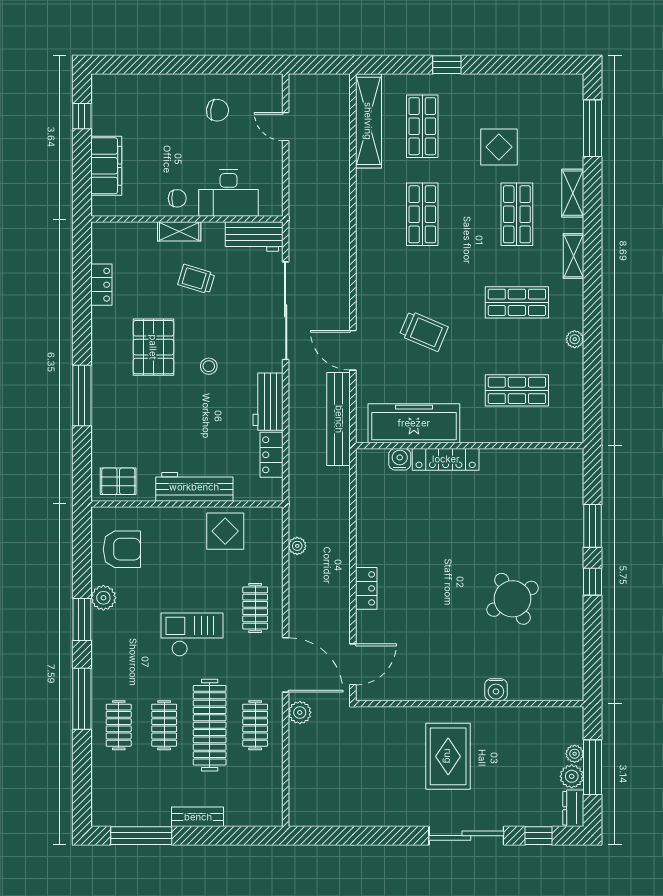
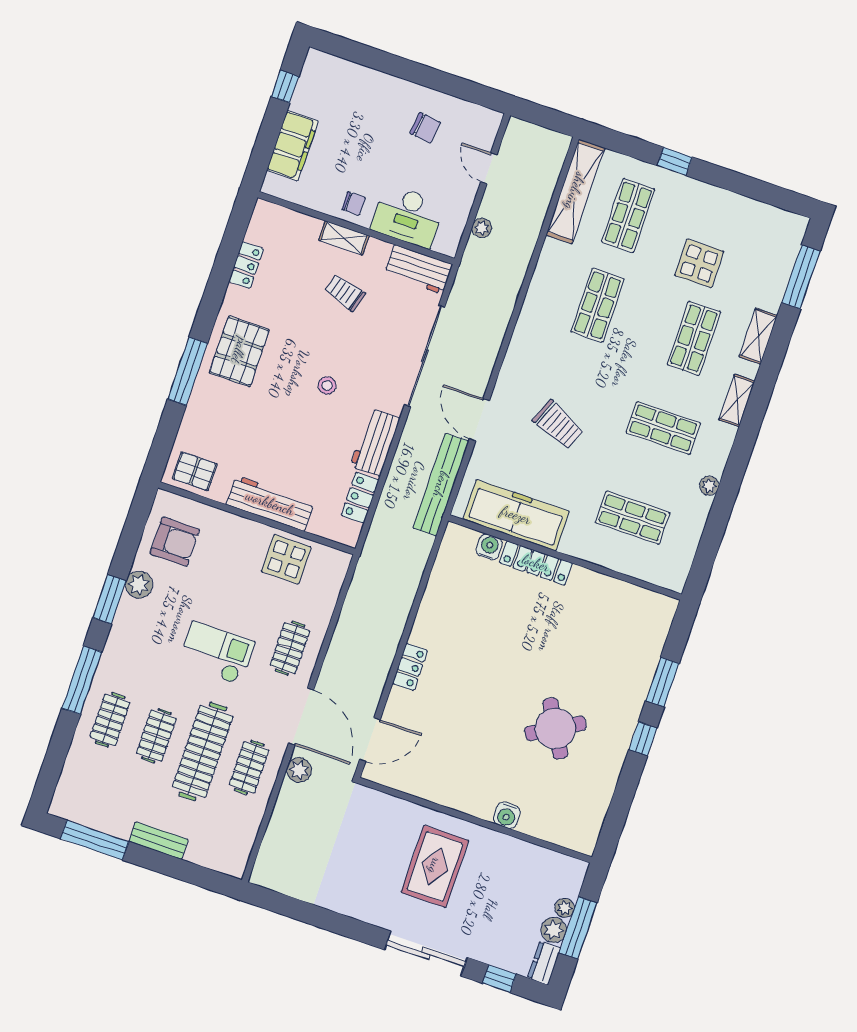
pallet: (153, 347) -> (239, 351), moved
plant: (297, 546) -> (482, 228), moved

